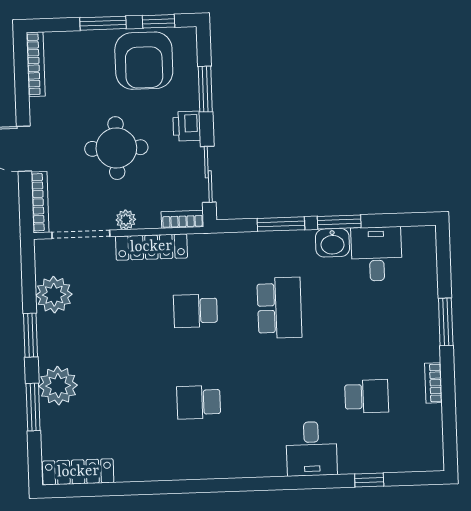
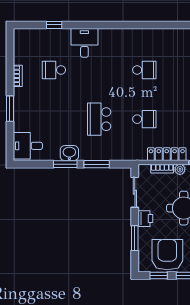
bookcase: (182, 219) -> (162, 169), moved
desk: (377, 254) -> (28, 146), moved, turned 90

